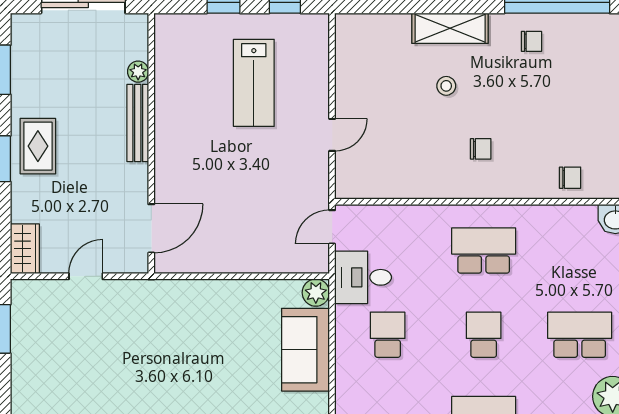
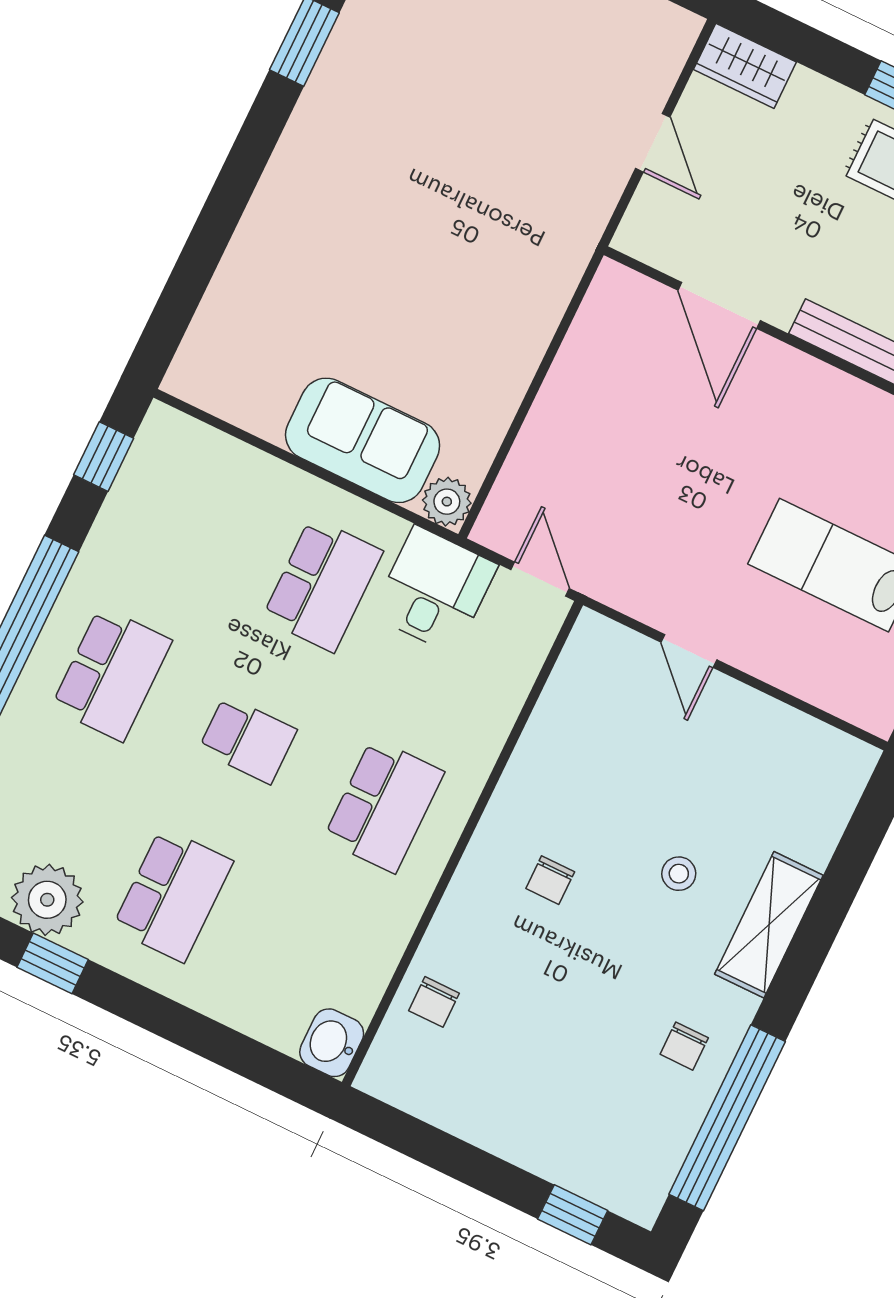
door: (151, 228) -> (719, 305), moved
school desk: (388, 335) -> (323, 585), width x1.85

